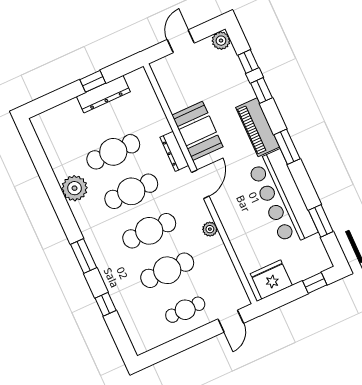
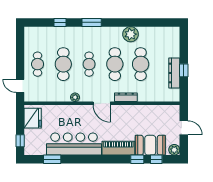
booth: (197, 131) -> (150, 145), moved
window: (287, 147) -> (101, 159), removed
cafe table: (149, 231) -> (89, 64), width x0.73, depth x0.74

